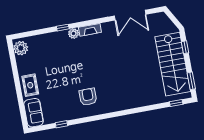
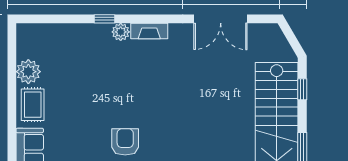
plant: (21, 48) -> (28, 72), moved

